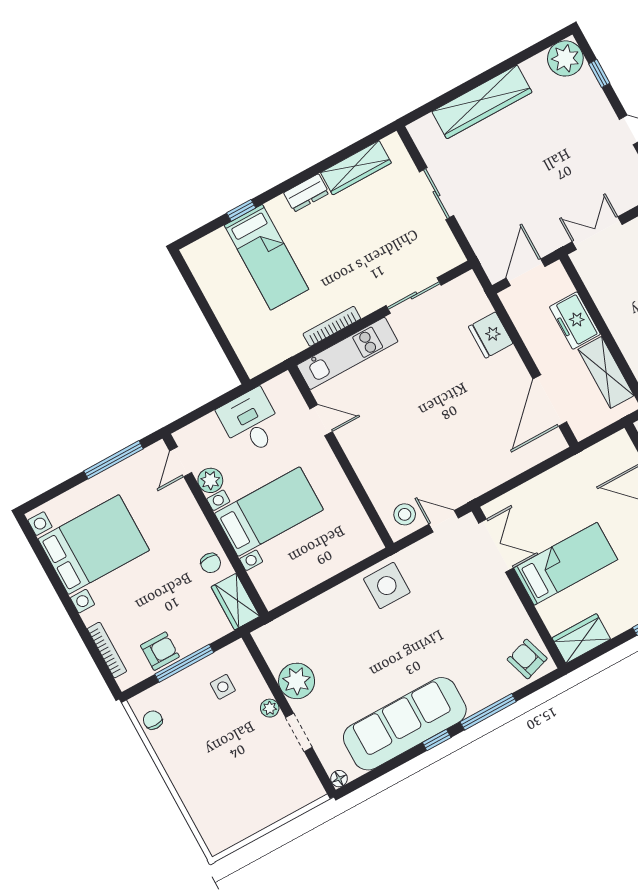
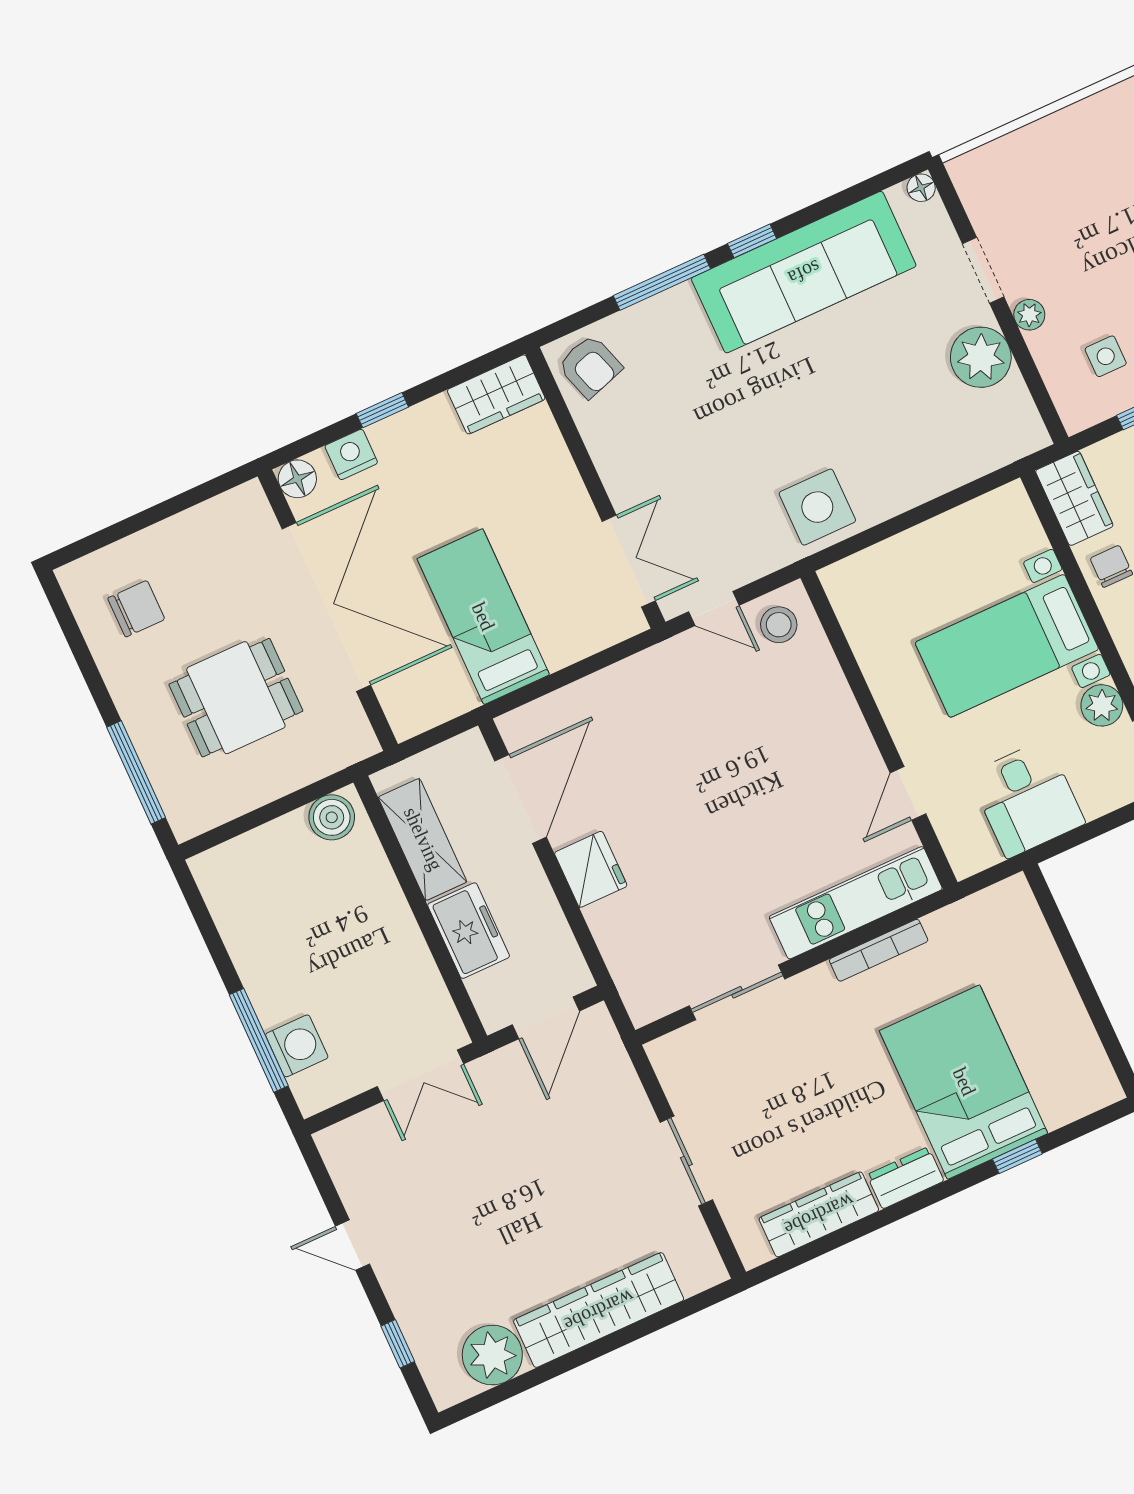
plant: (565, 58) -> (492, 1355), moved
bed: (266, 257) -> (964, 1082), width x1.50
fridge: (491, 335) -> (591, 869), moved
door: (321, 420) -> (908, 793), hinge flipped
double door: (496, 546) -> (629, 561), swing flipped
bed: (566, 564) -> (483, 617), moved, turned 90

